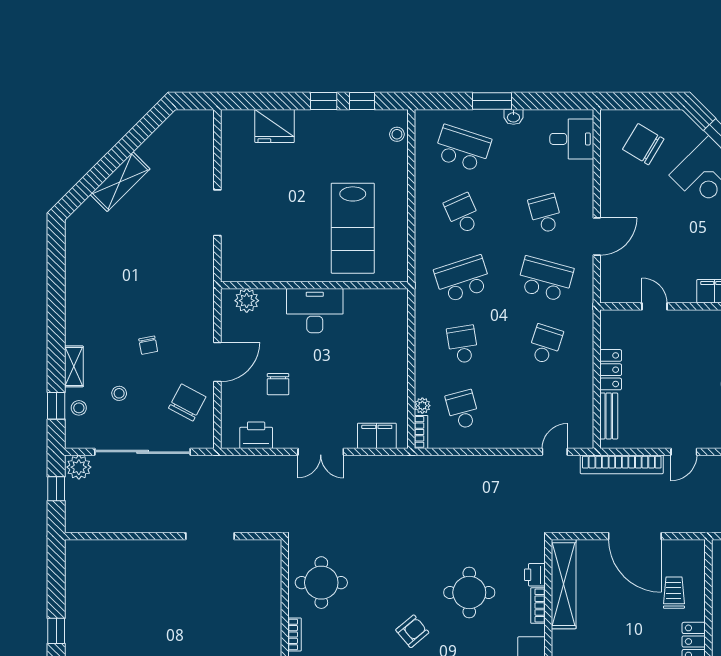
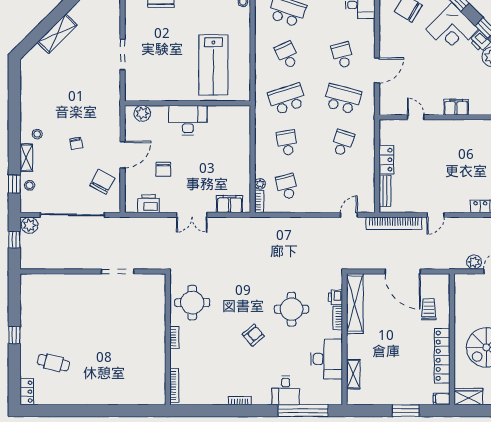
stool: (119, 393) -> (37, 134), moved

